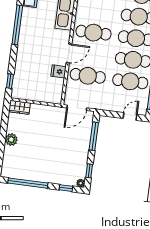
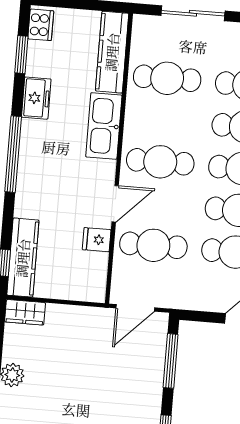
kitchen counter: (20, 79) -> (23, 258), added

